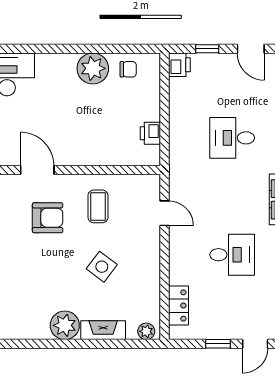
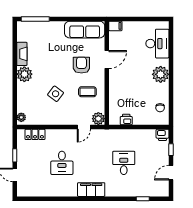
plant: (93, 68) -> (161, 74), moved
plant: (149, 186) -> (98, 119), added
armchair: (48, 218) -> (81, 65), turned 180
fireplace: (103, 330) -> (22, 54), moved

